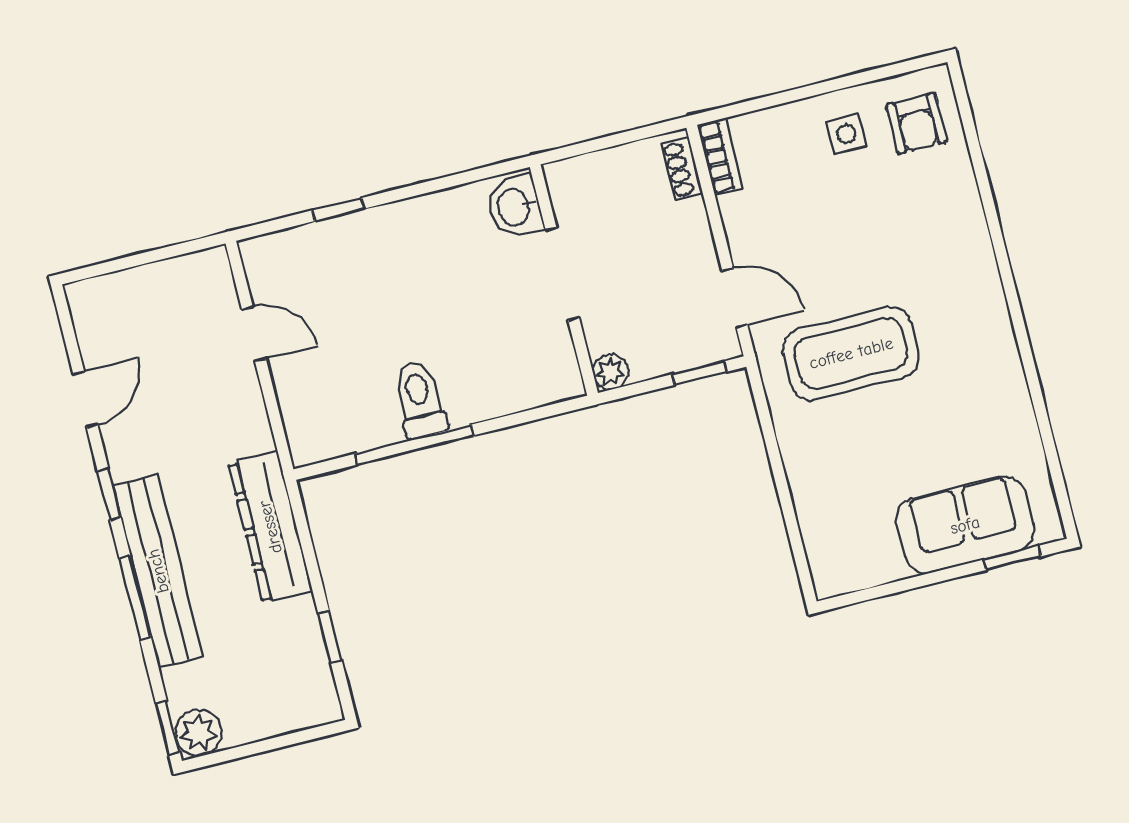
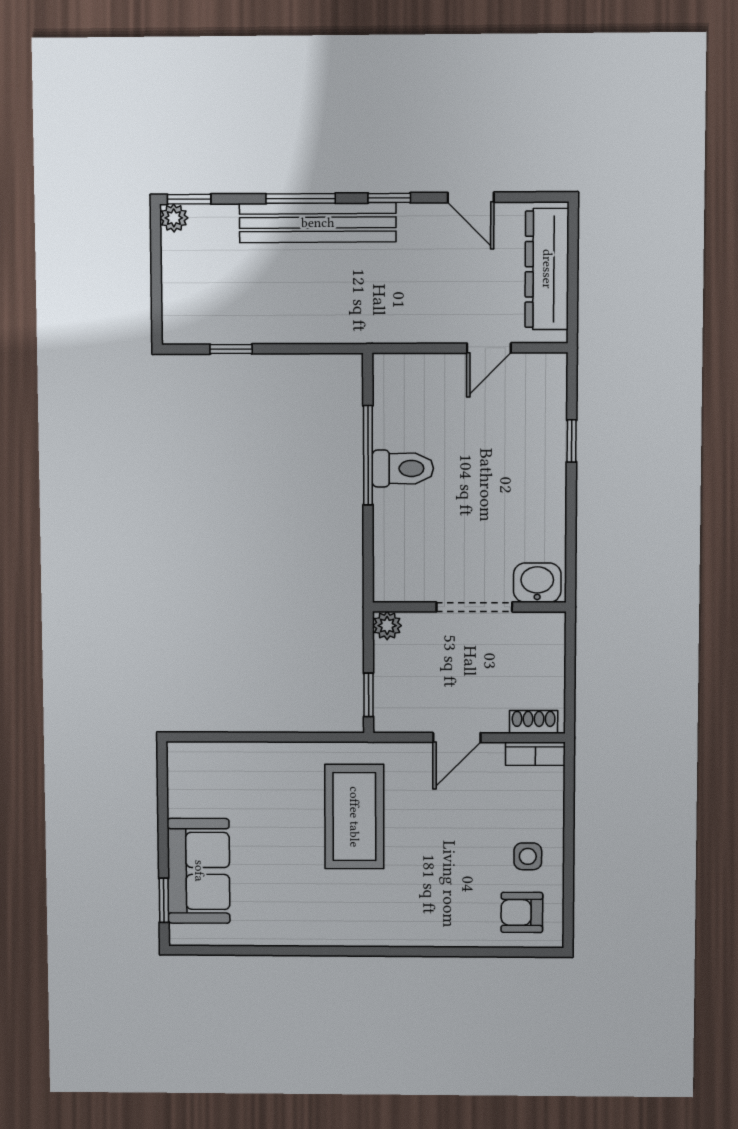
door: (735, 298) -> (457, 738), moved
dresser: (270, 527) -> (547, 269), moved, turned -90
plant: (199, 733) -> (174, 218), width x0.73, depth x0.73

